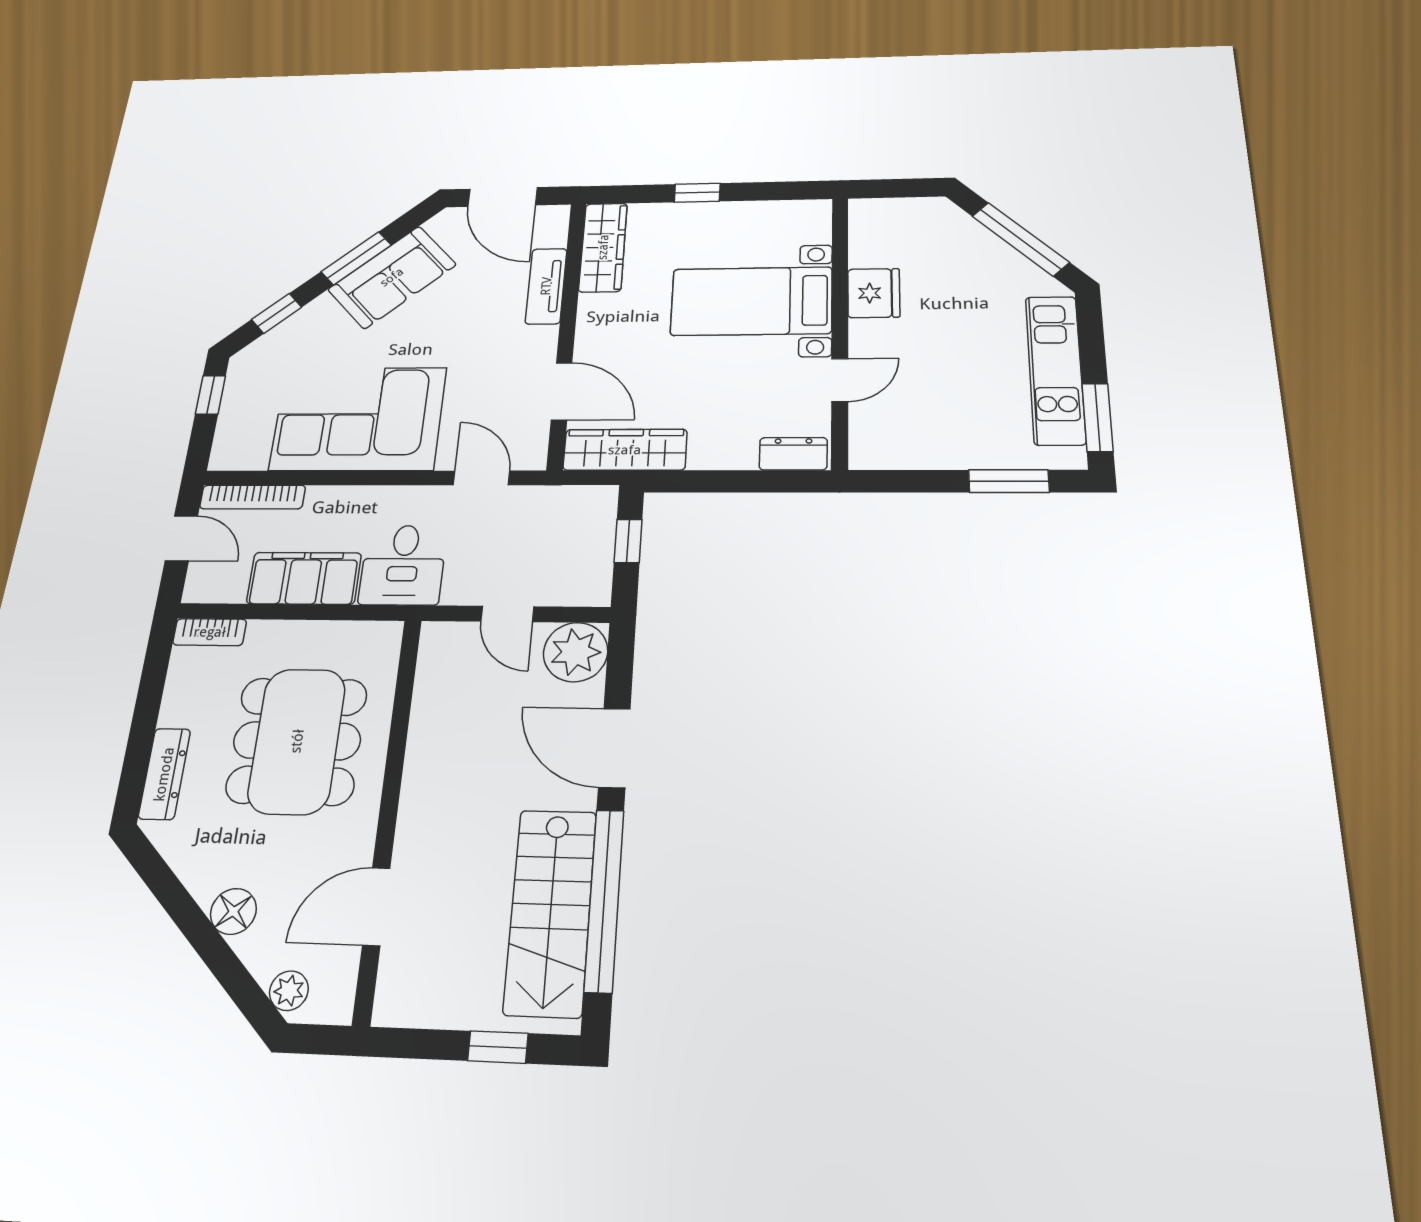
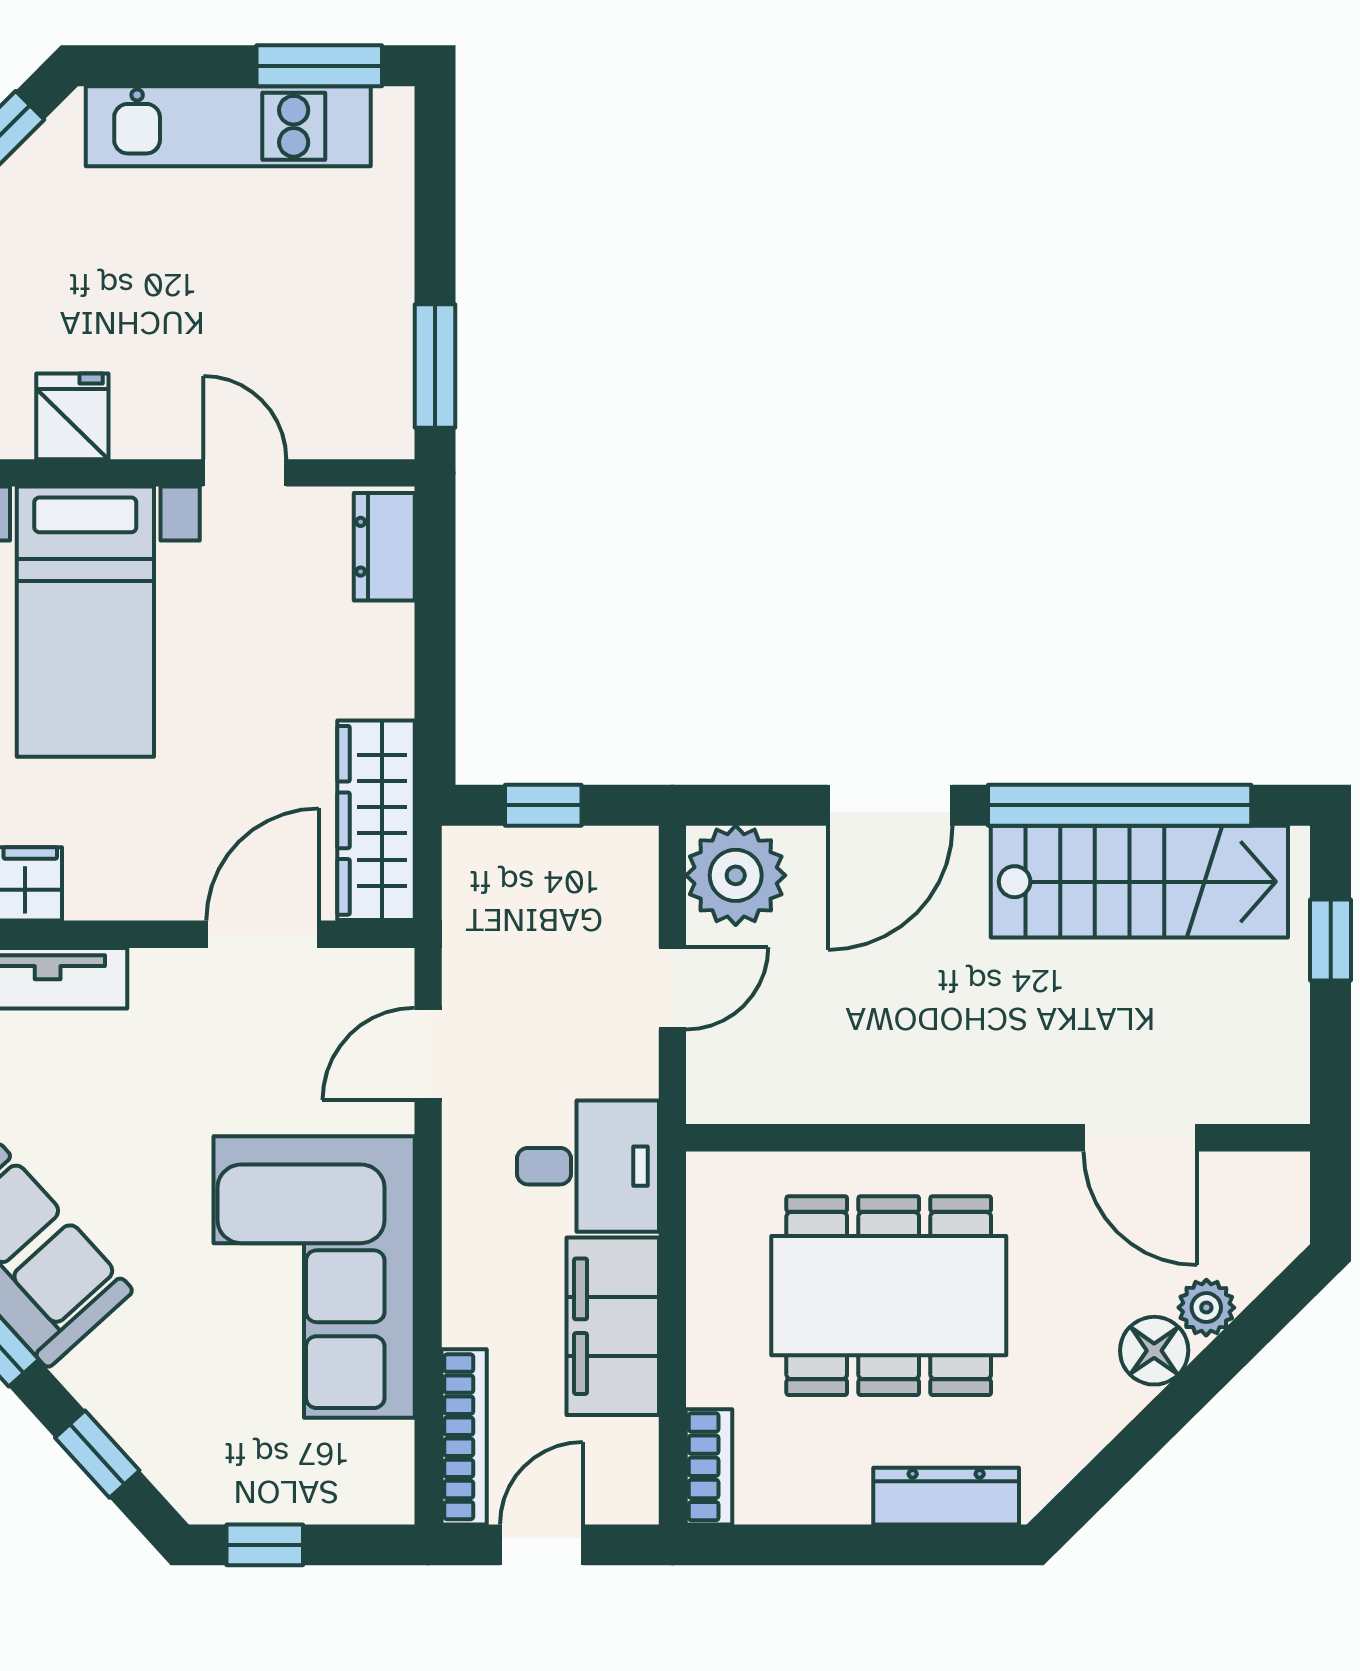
fridge: (874, 293) -> (72, 416), width x0.72
window: (1009, 481) -> (435, 366), moved
plant: (289, 991) -> (1206, 1308), moved

